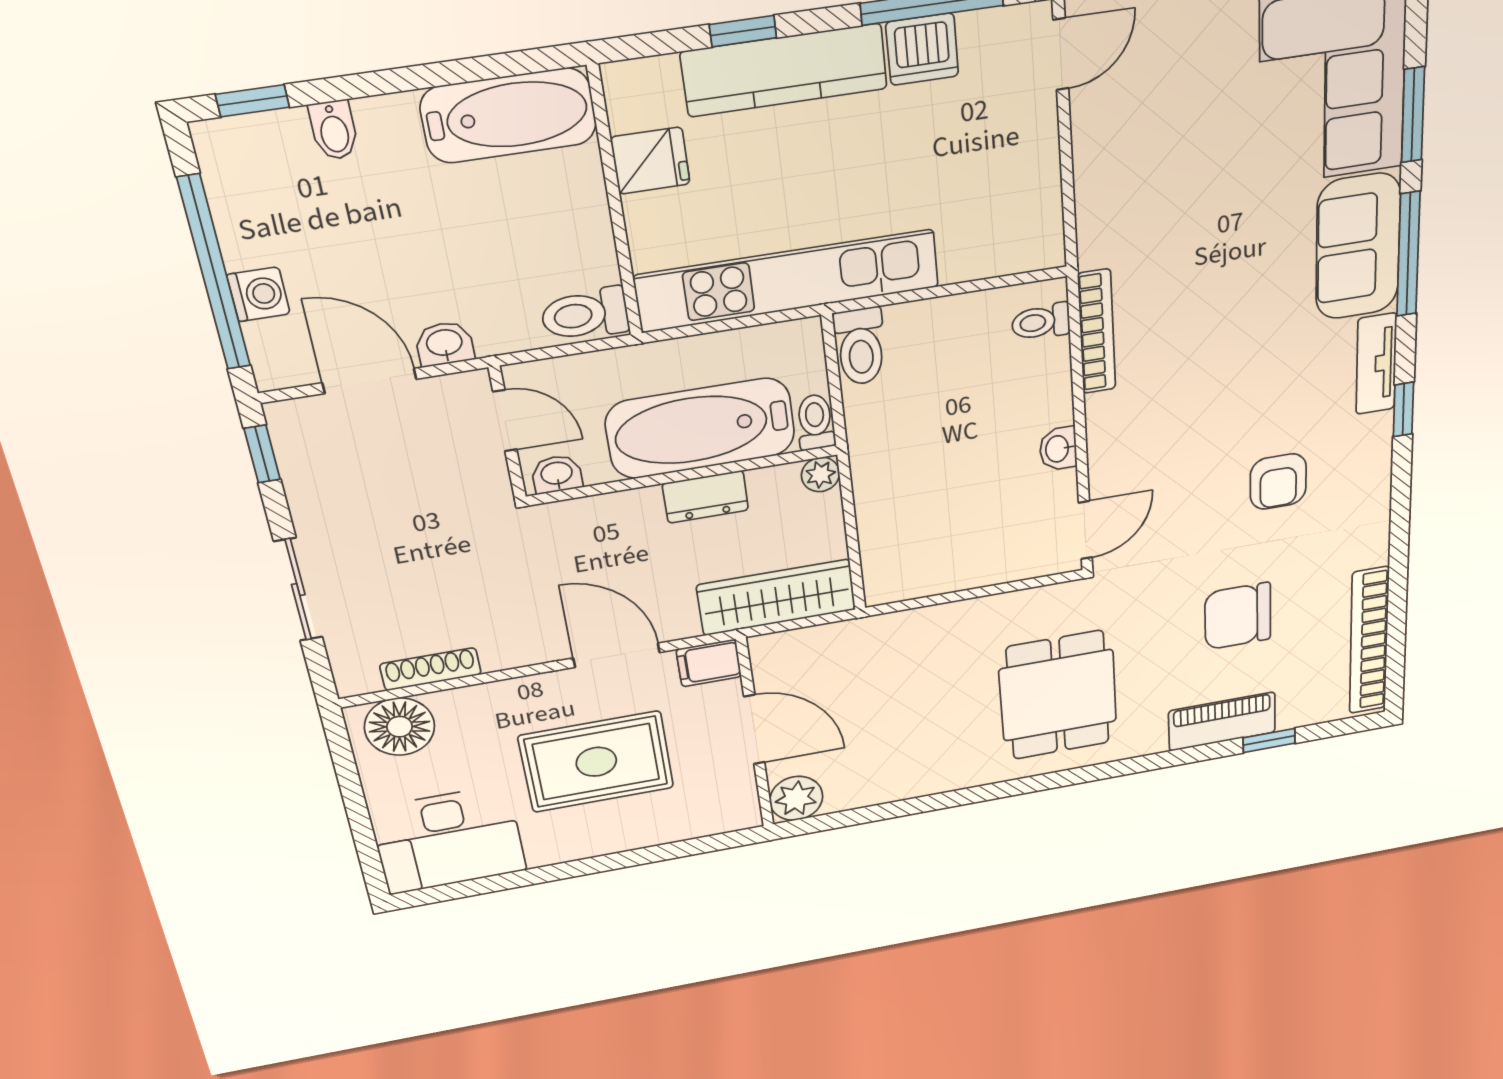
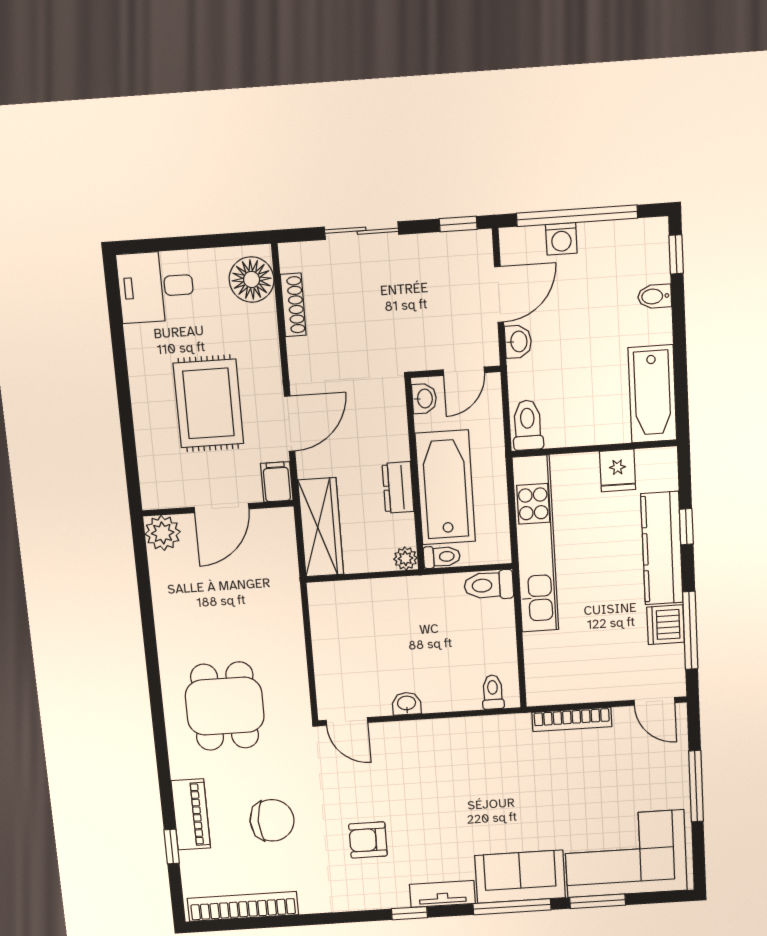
bookcase: (1097, 332) -> (572, 719), moved
chair: (1238, 616) -> (272, 820), turned 90
dining table: (1058, 695) -> (225, 706), turned 90
desk: (448, 840) -> (156, 287), width x0.73

